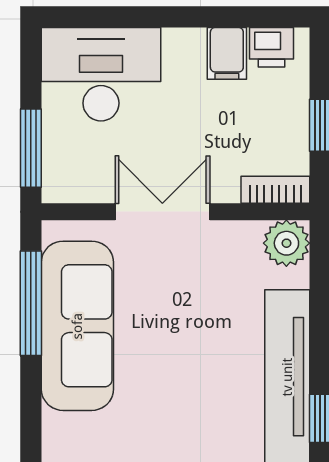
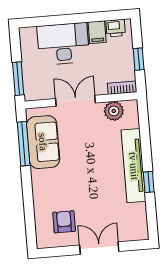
desk: (101, 74) -> (63, 44), moved
plant: (286, 243) -> (114, 111), moved
sofa: (77, 326) -> (43, 142), width x0.73

